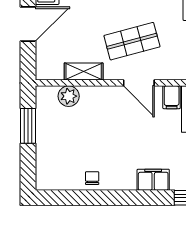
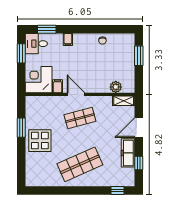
shelving: (84, 72) -> (124, 101), moved
window: (28, 126) -> (139, 56), moved
filing cabinet: (153, 180) -> (68, 40), width x0.50

